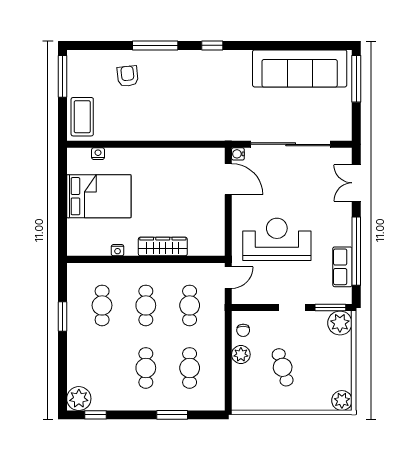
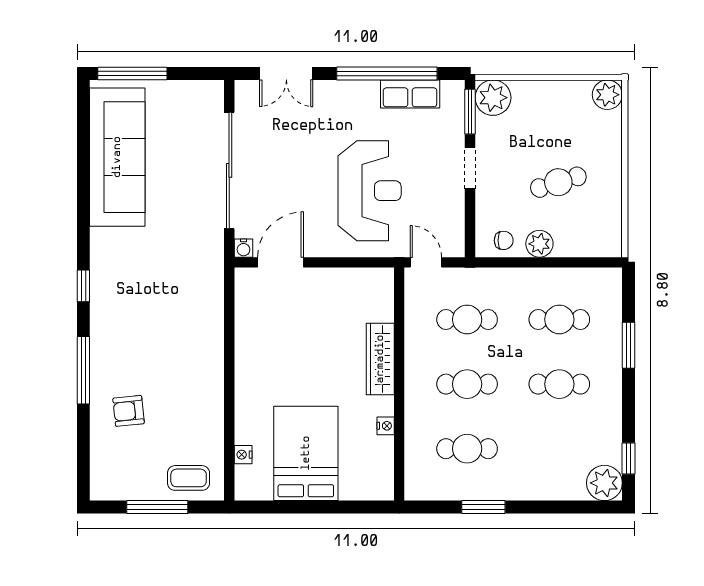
window: (62, 76) -> (157, 507), moved
coffee table: (82, 117) -> (189, 478), width x0.73, depth x0.77
reception desk: (277, 239) -> (370, 191), turned 180

